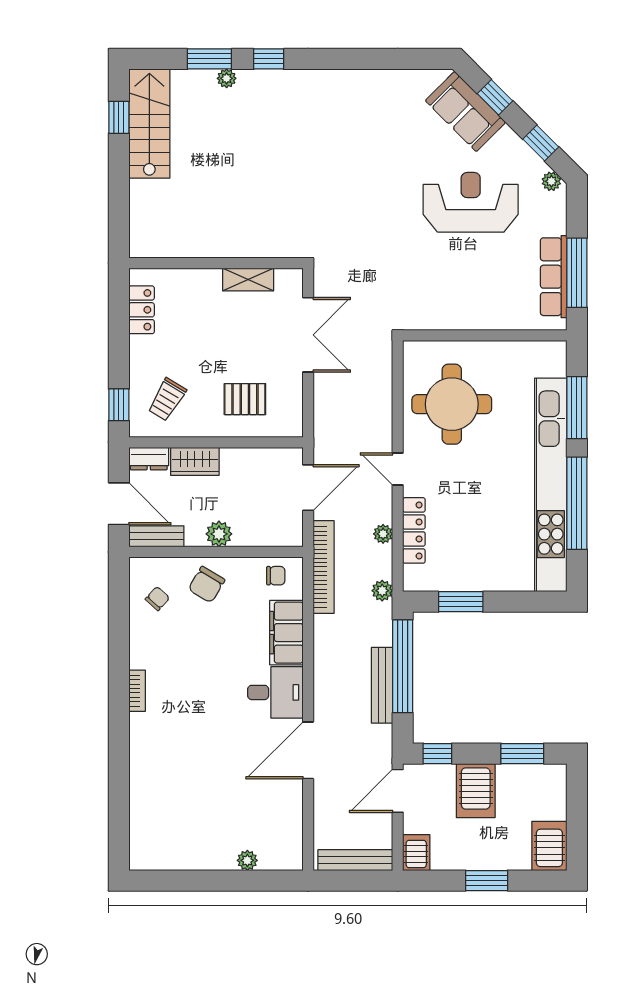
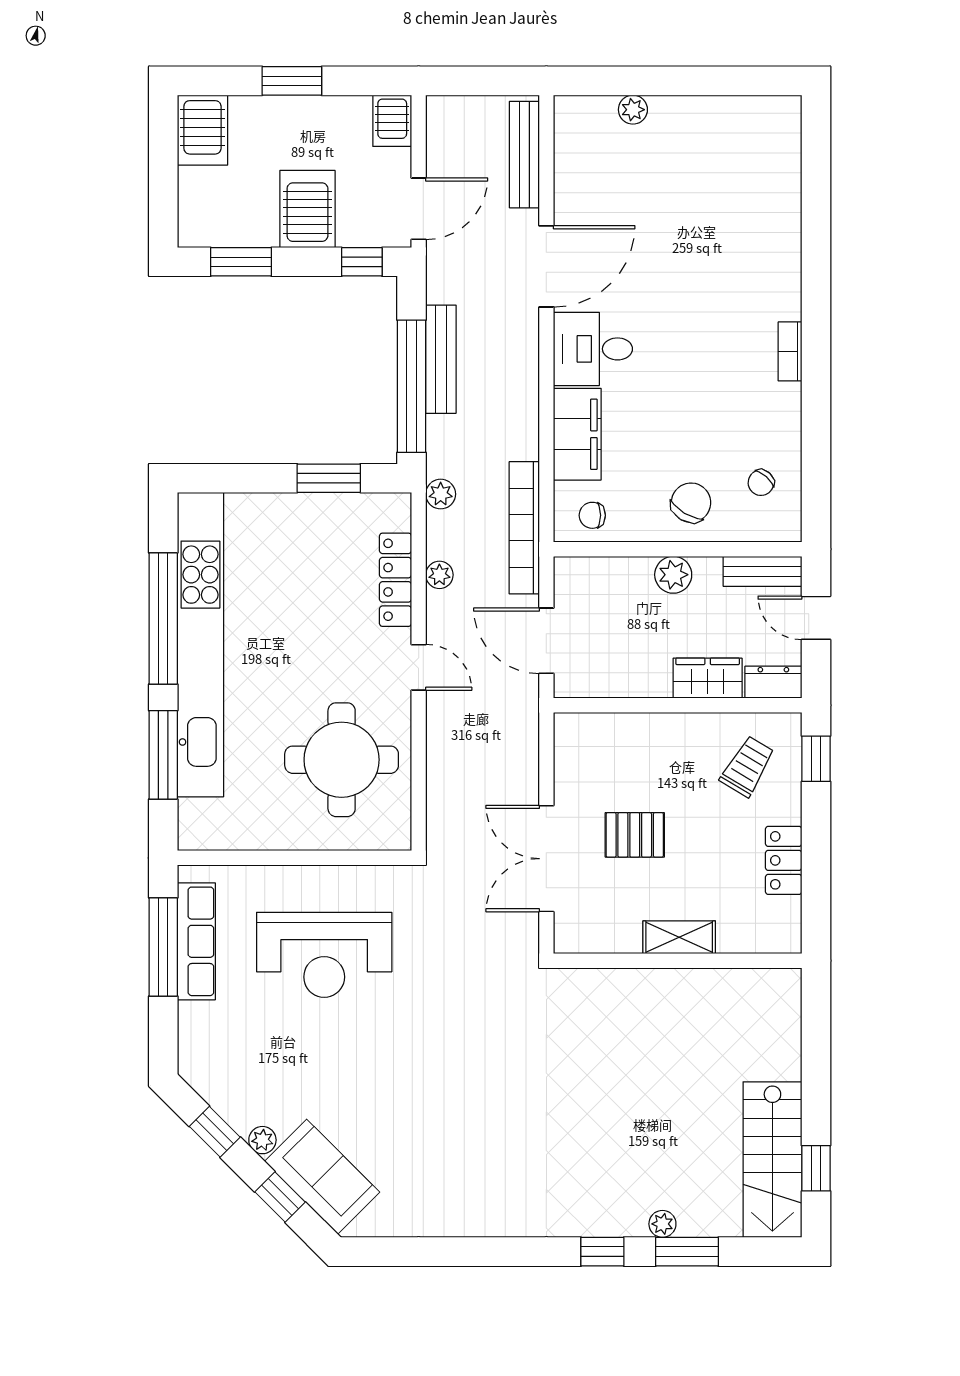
plant: (551, 181) -> (262, 1140), moved
reception desk: (471, 202) -> (324, 955), moved
shelving: (248, 280) -> (679, 937), moved
locker: (142, 310) -> (784, 860), moved
pallet: (245, 399) -> (635, 835), moved
door: (308, 488) -> (546, 641), hinge flipped
door: (119, 504) -> (816, 618), width x0.73
bench: (355, 860) -> (524, 155), moved, turned 90

